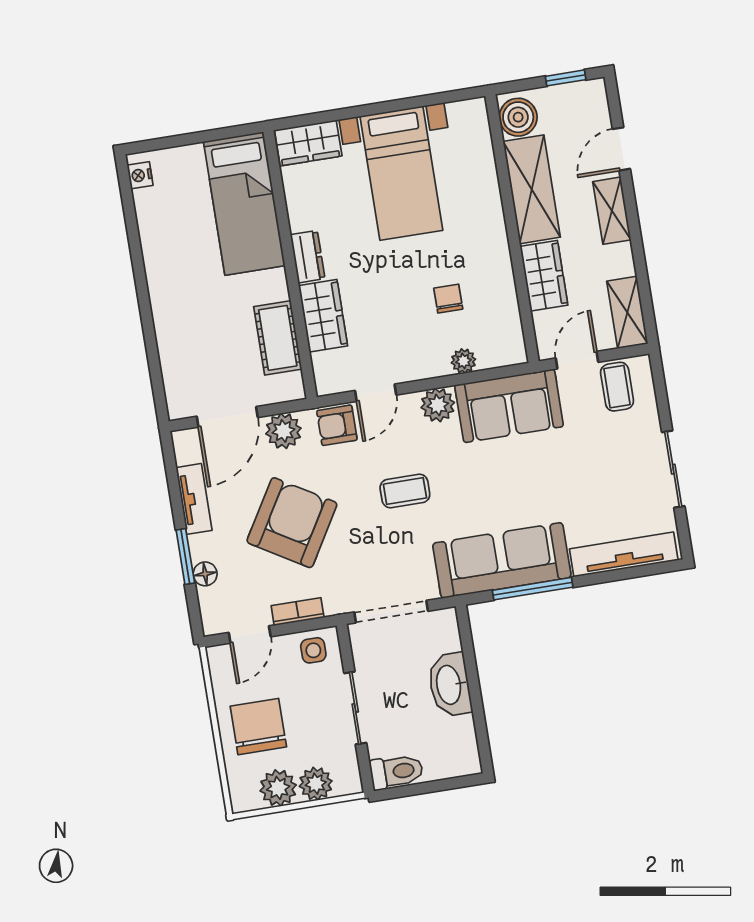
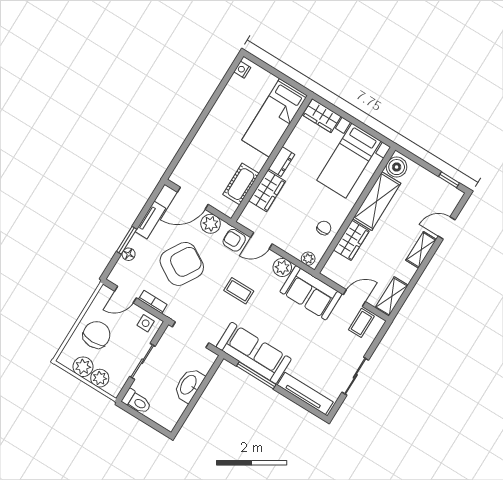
boiler: (518, 117) -> (397, 167), moved
shelving: (532, 189) -> (377, 201), moved
wall: (512, 229) -> (355, 210), moved
wardrobe: (544, 276) -> (351, 240), moved

